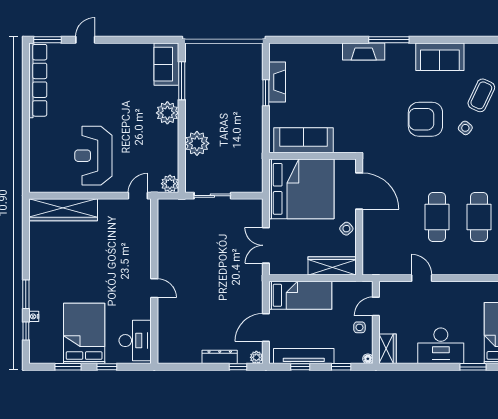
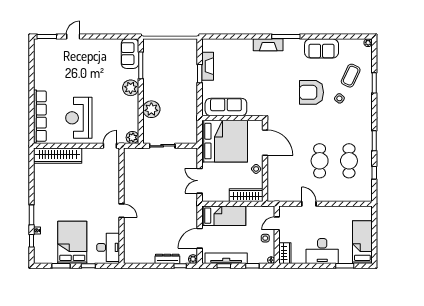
row of seats: (38, 80) -> (40, 116), moved

